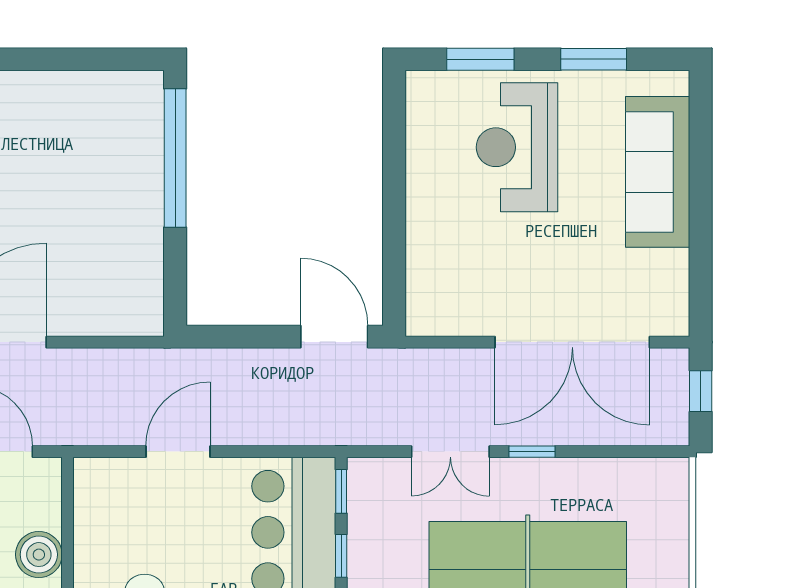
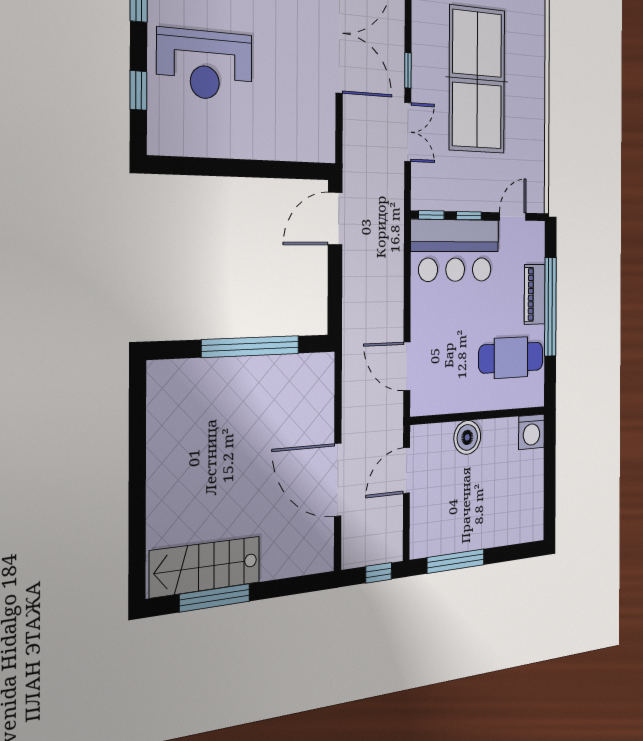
window: (480, 59) -> (138, 90), width x0.67
window: (175, 158) -> (251, 347), moved
door: (178, 452) -> (407, 366), moved

